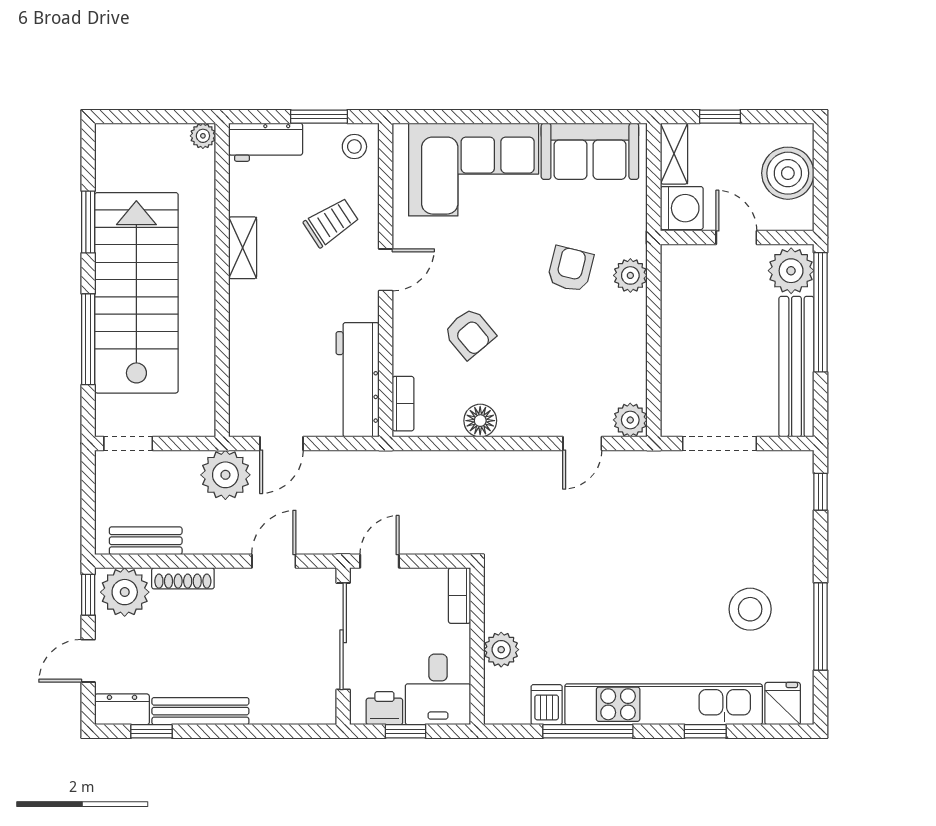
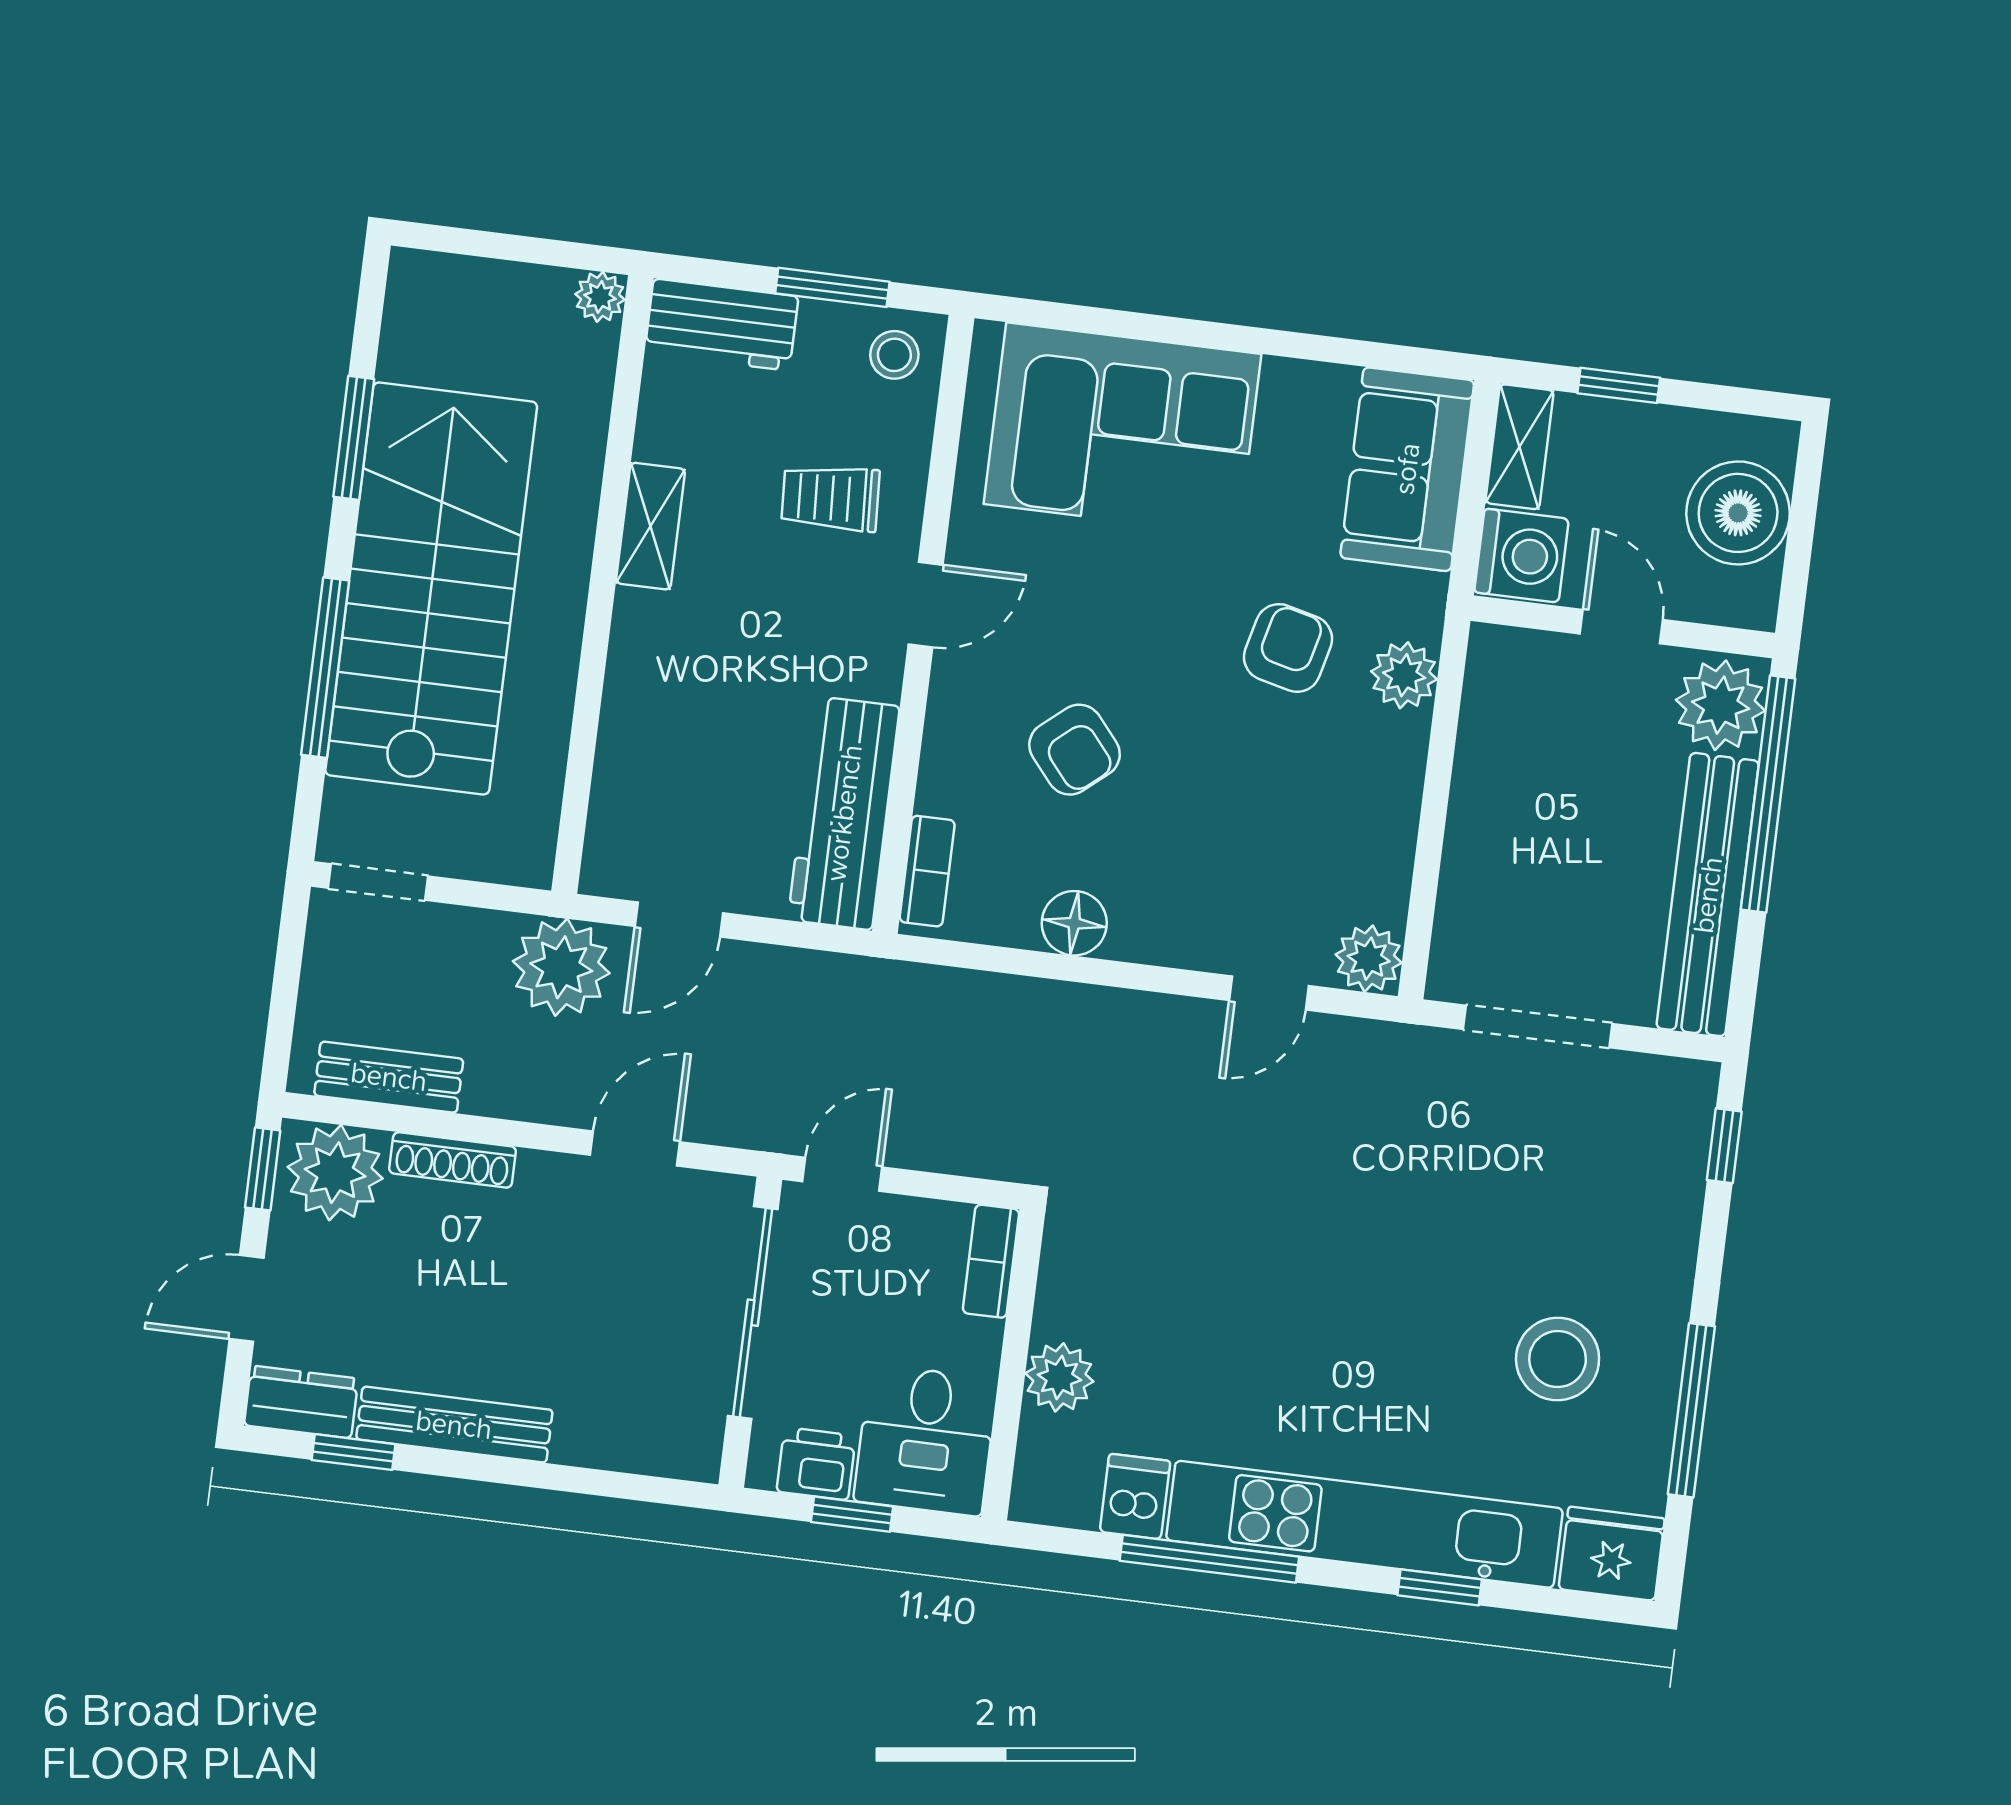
sofa: (590, 151) -> (1407, 469), moved, turned 90
trolley: (331, 222) -> (830, 498), turned -150
fridge: (783, 704) -> (1612, 1554), width x1.38

